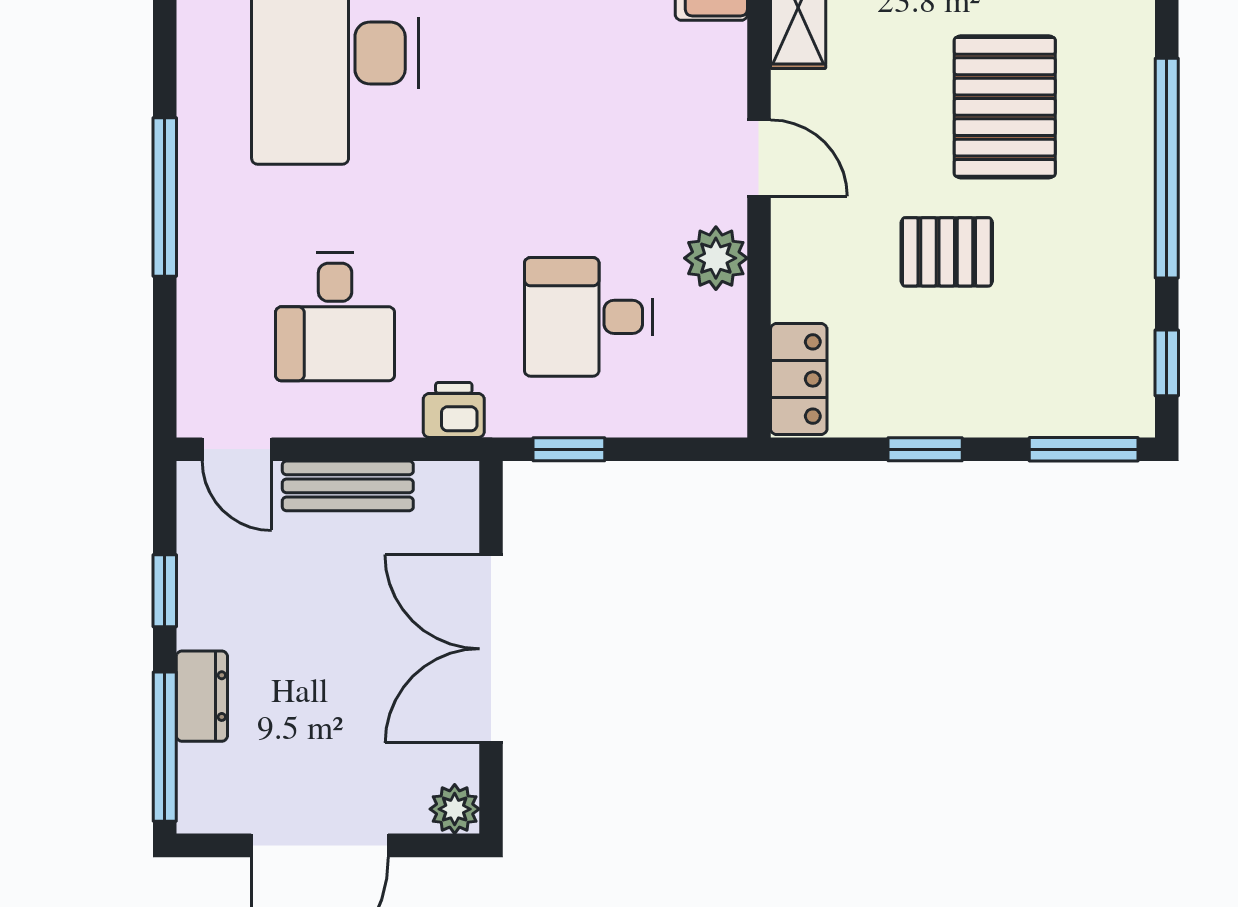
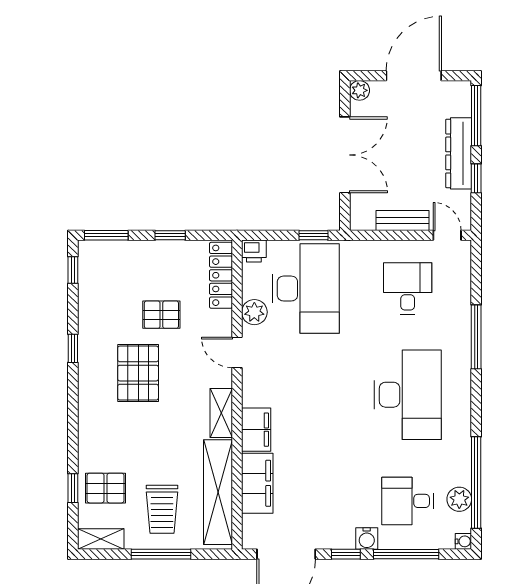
window: (1167, 168) -> (73, 348), width x0.32
desk: (589, 317) -> (306, 289), width x1.87, depth x1.30
locker: (799, 379) -> (221, 275), width x1.53
printer: (454, 410) -> (254, 251), moved
dresser: (202, 696) -> (459, 153), width x1.96, depth x1.24

